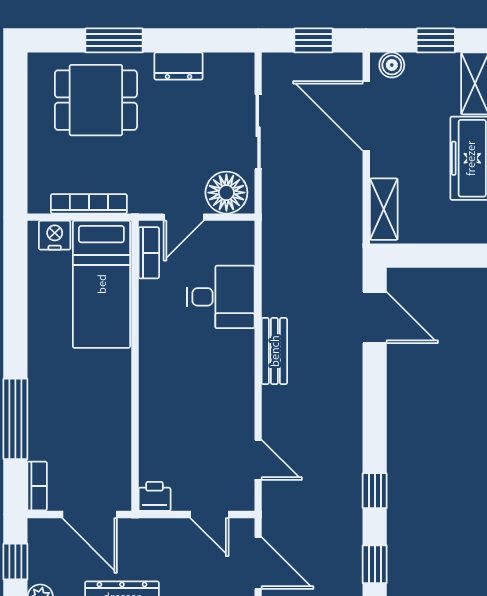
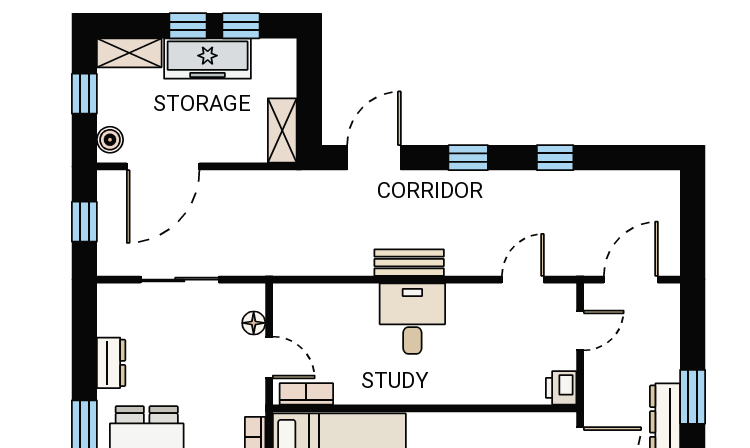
floor lamp: (226, 193) -> (254, 323), width x0.53, depth x0.53
shelving: (384, 209) -> (282, 130), moved, turned 90
desk: (221, 297) -> (412, 319), moved
window: (375, 564) -> (468, 158), moved

